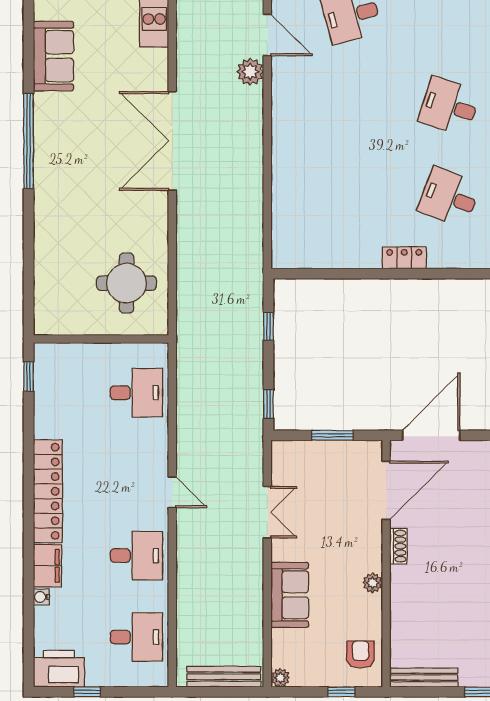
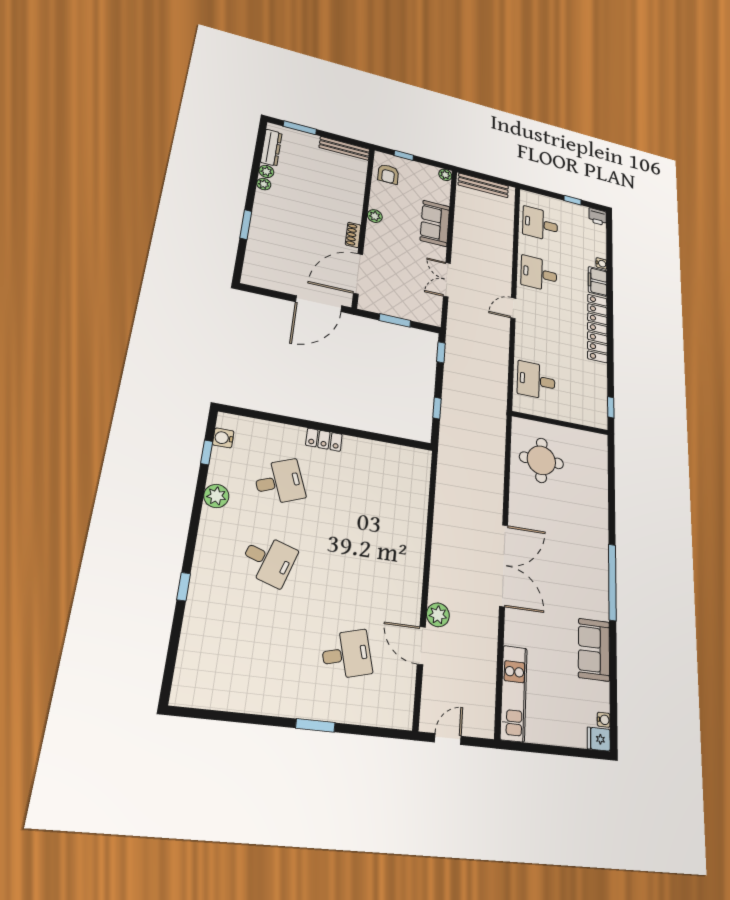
desk: (449, 197) -> (279, 482), turned -42
door: (172, 492) -> (513, 308), hinge flipped
printer: (59, 669) -> (598, 217), width x0.53, depth x0.68

